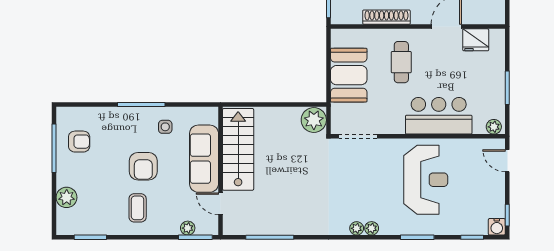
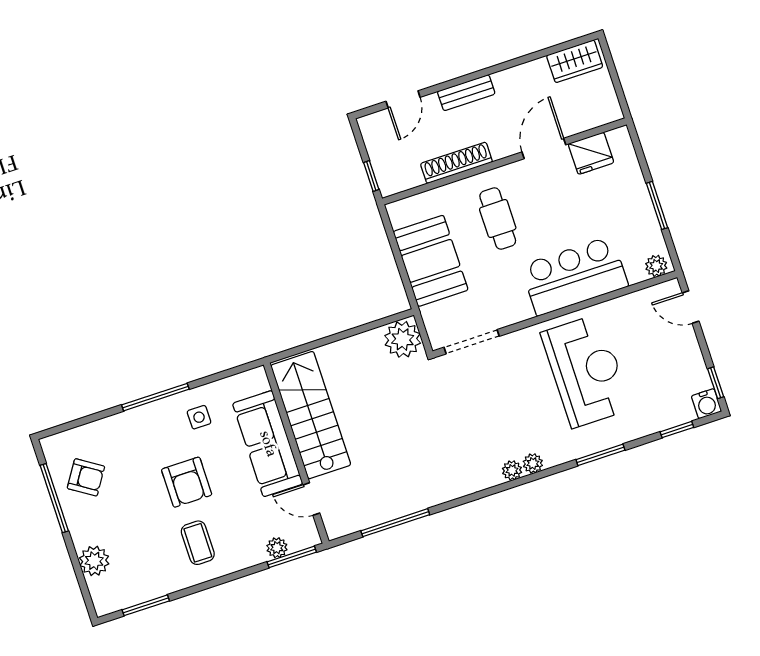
armchair: (79, 142) -> (86, 477), turned 33

